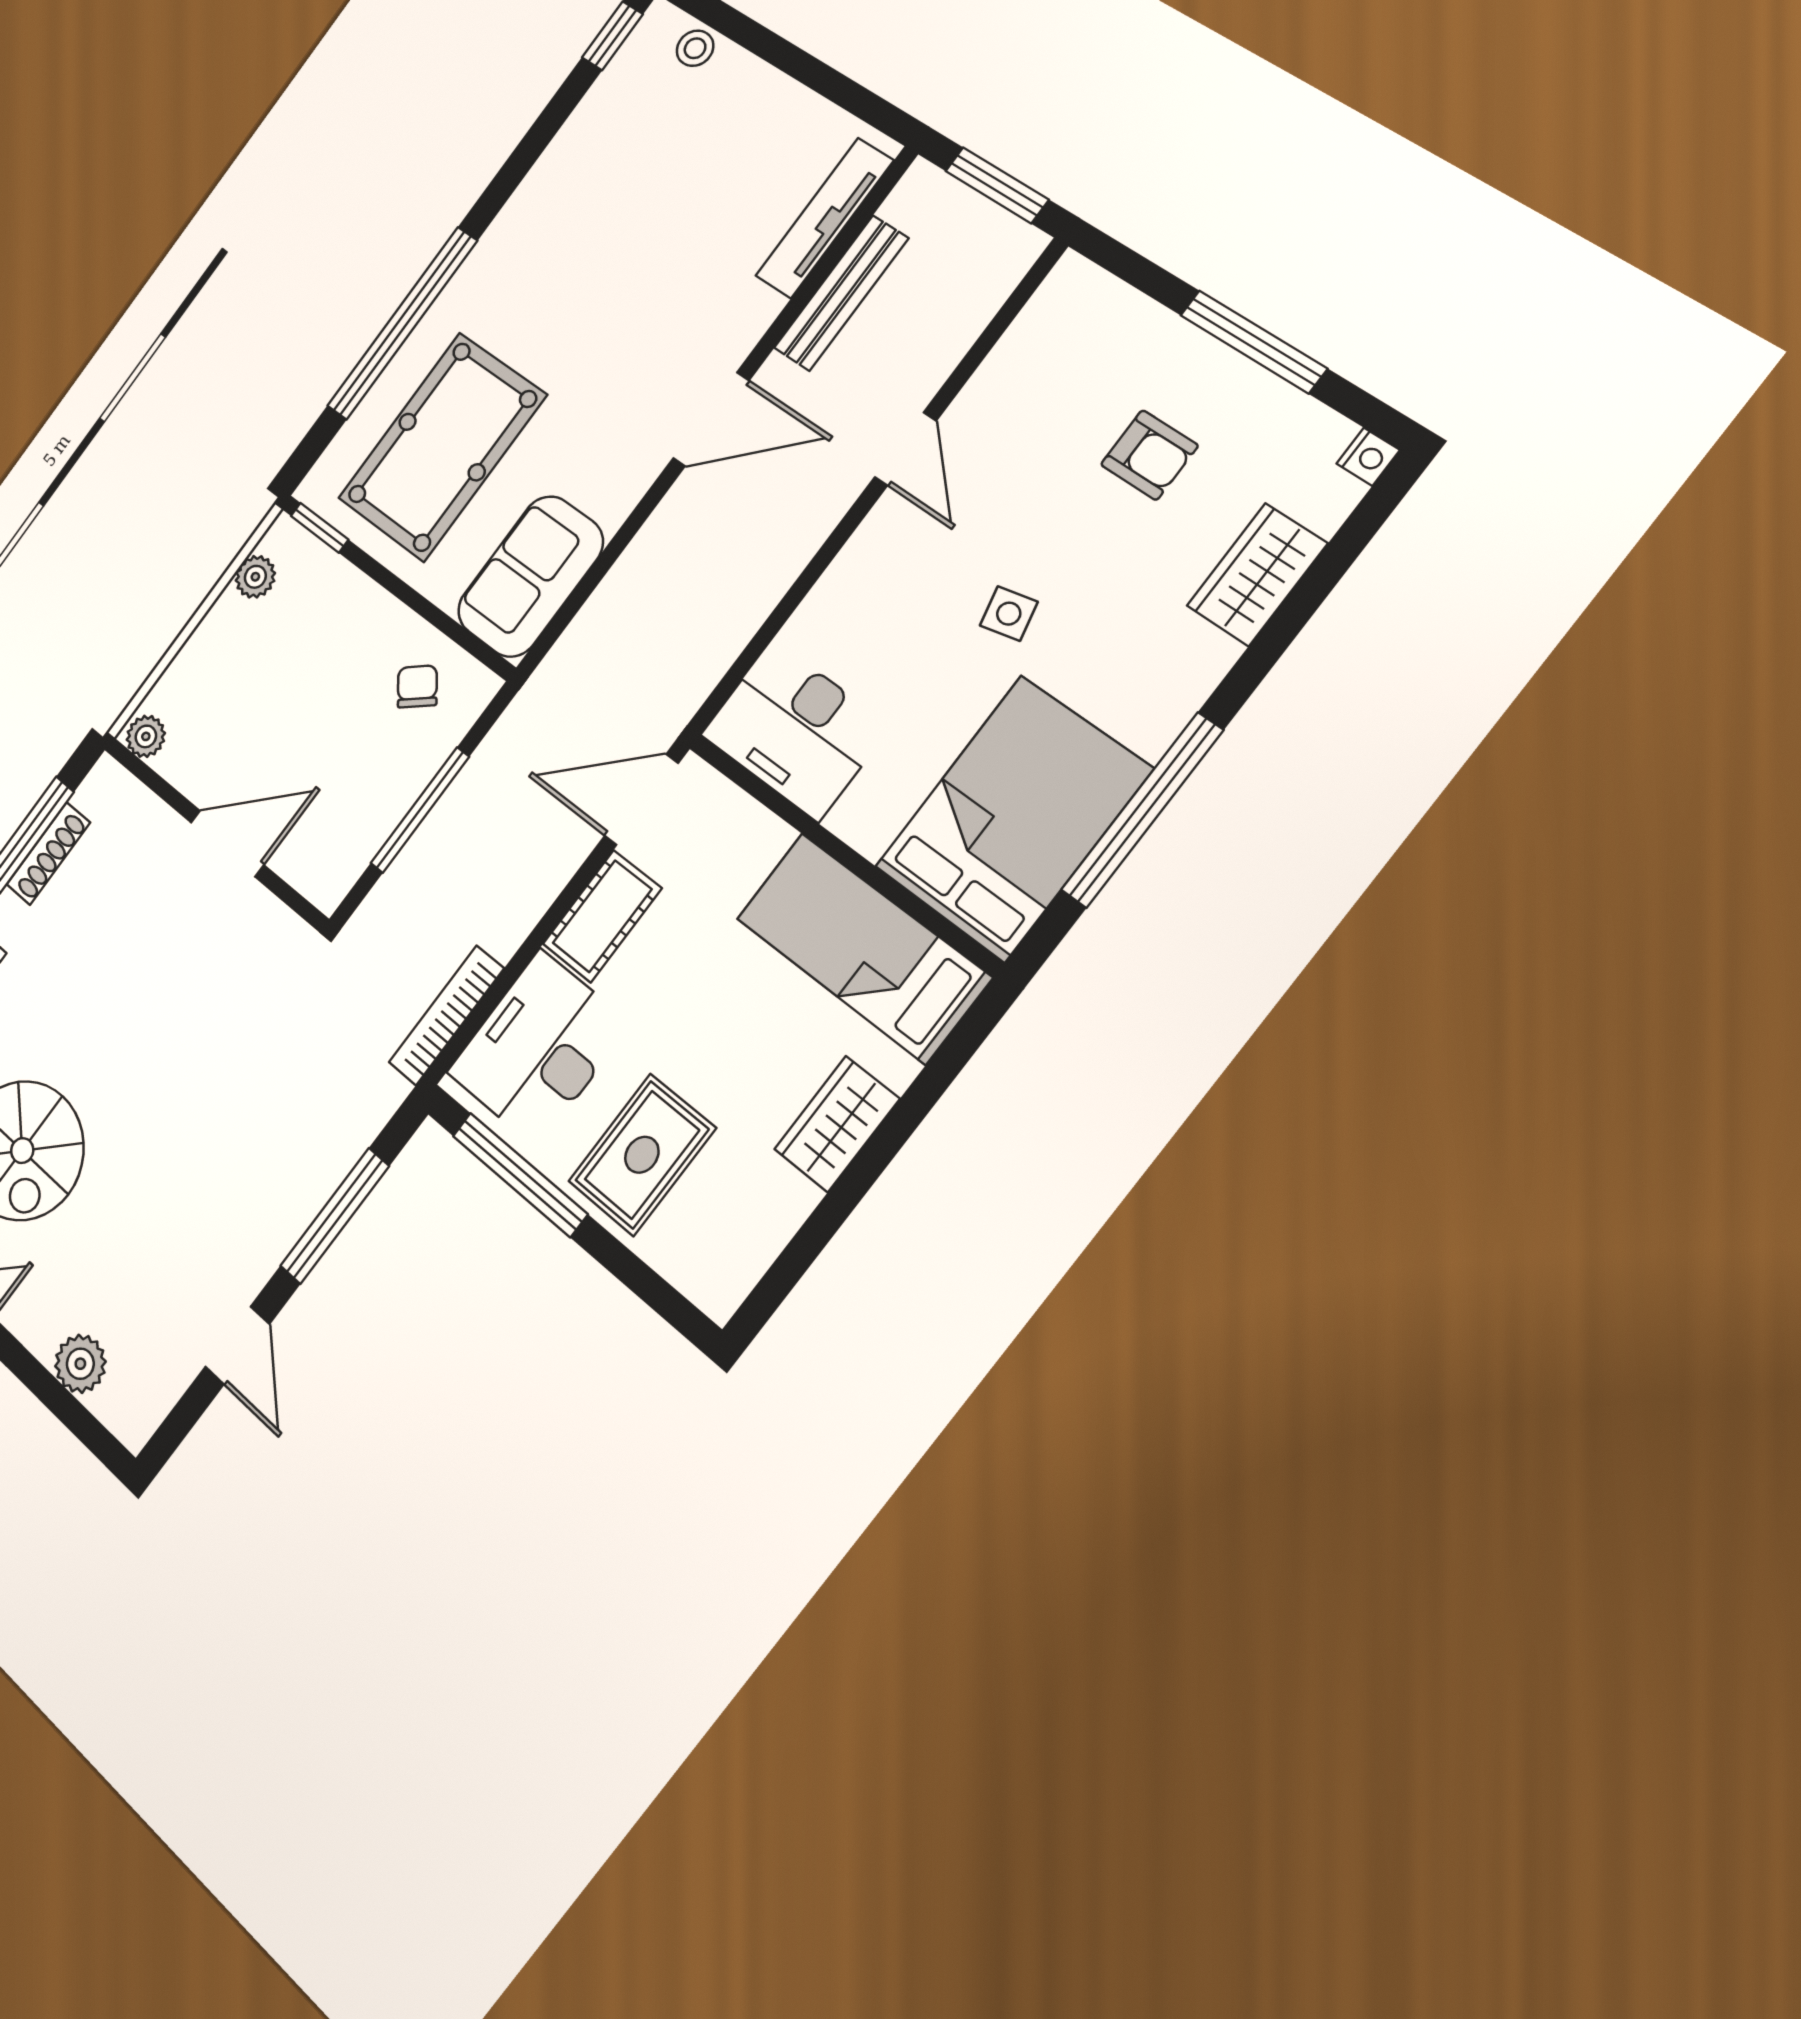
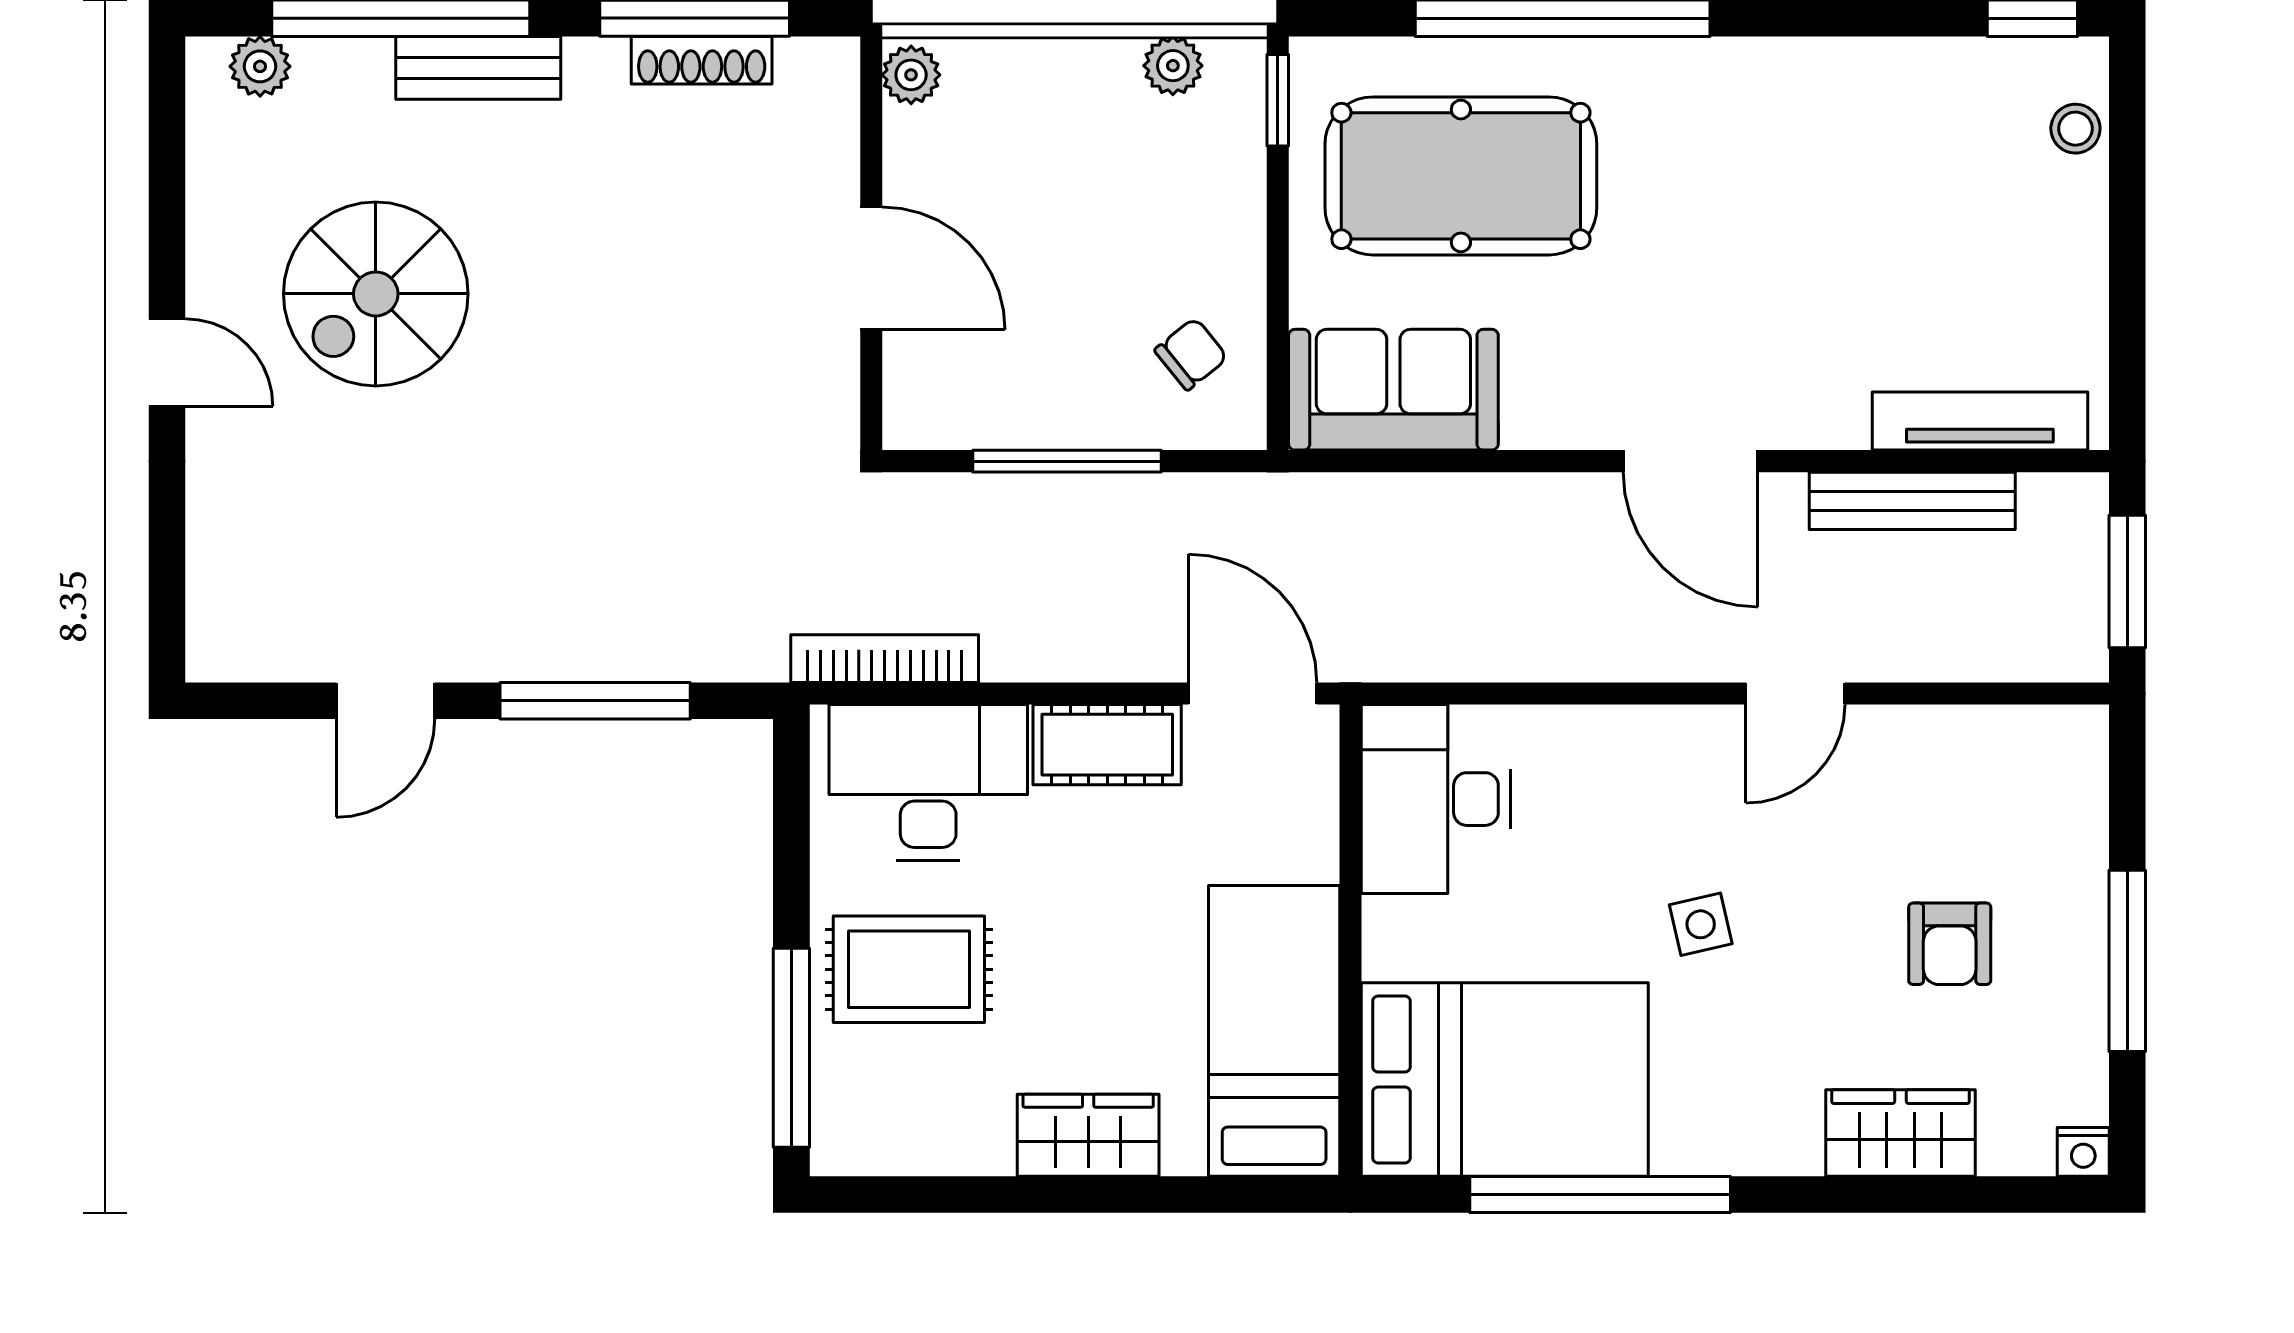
window: (520, 1175) -> (791, 1048), moved
plant: (80, 1364) -> (222, 544), removed

